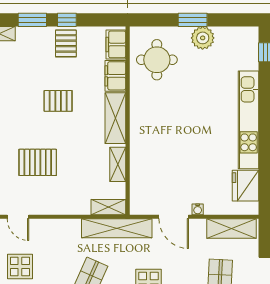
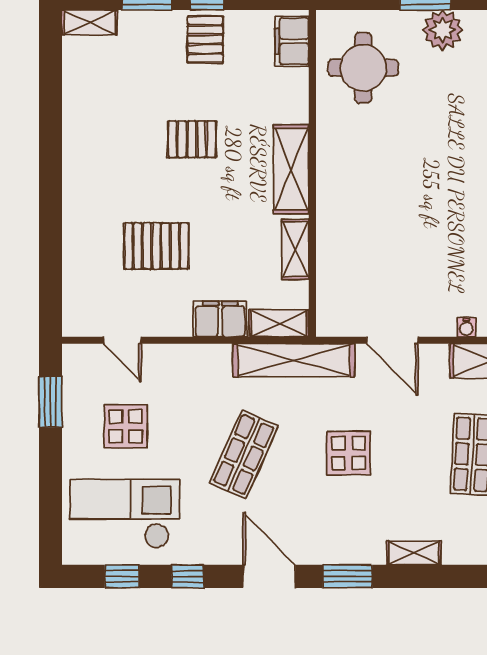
filing cabinet: (115, 76) -> (220, 319), moved, turned 90
water cooler: (198, 209) -> (466, 327), moved

